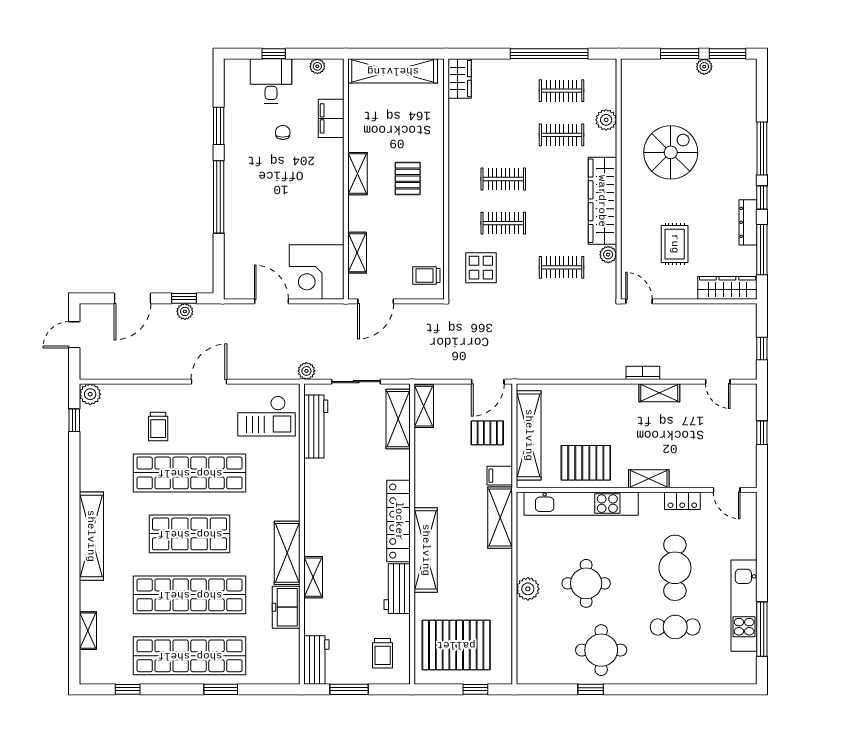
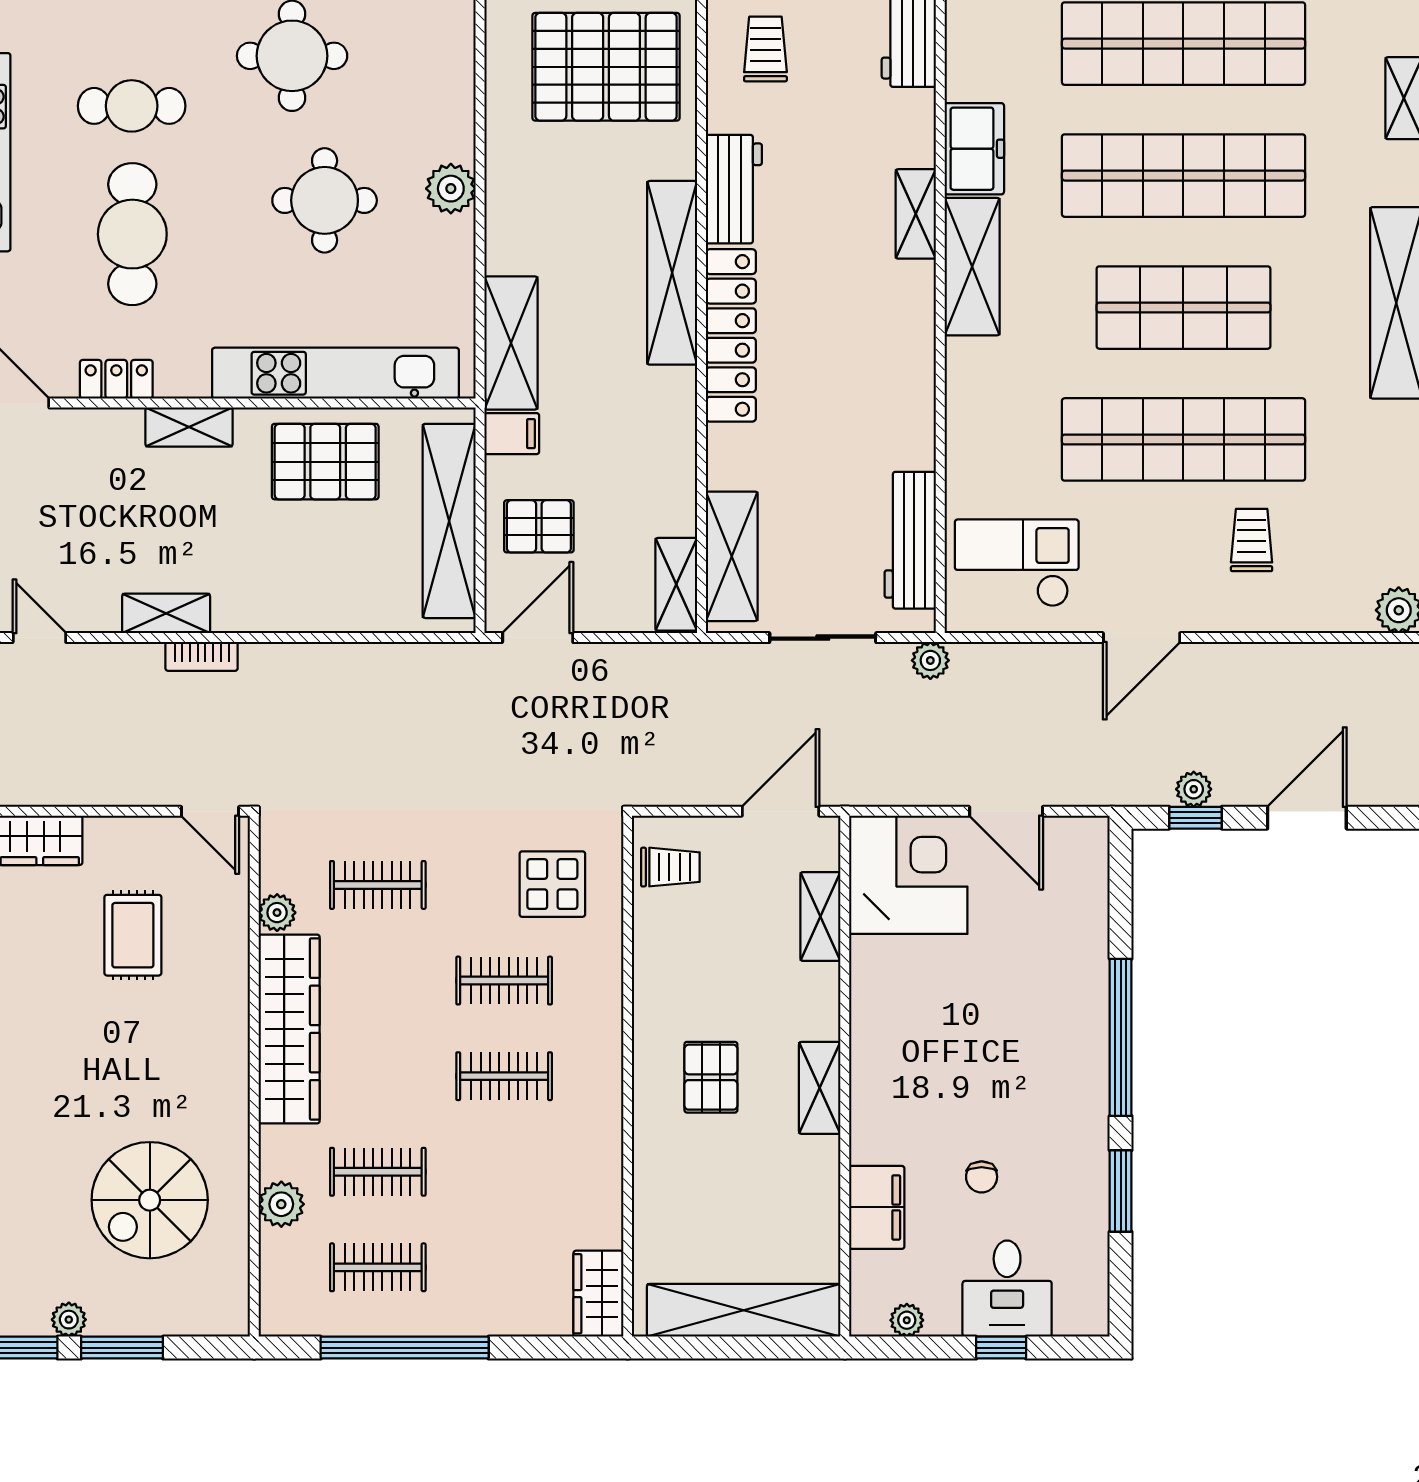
spiral stairs: (671, 152) -> (150, 1200), moved

